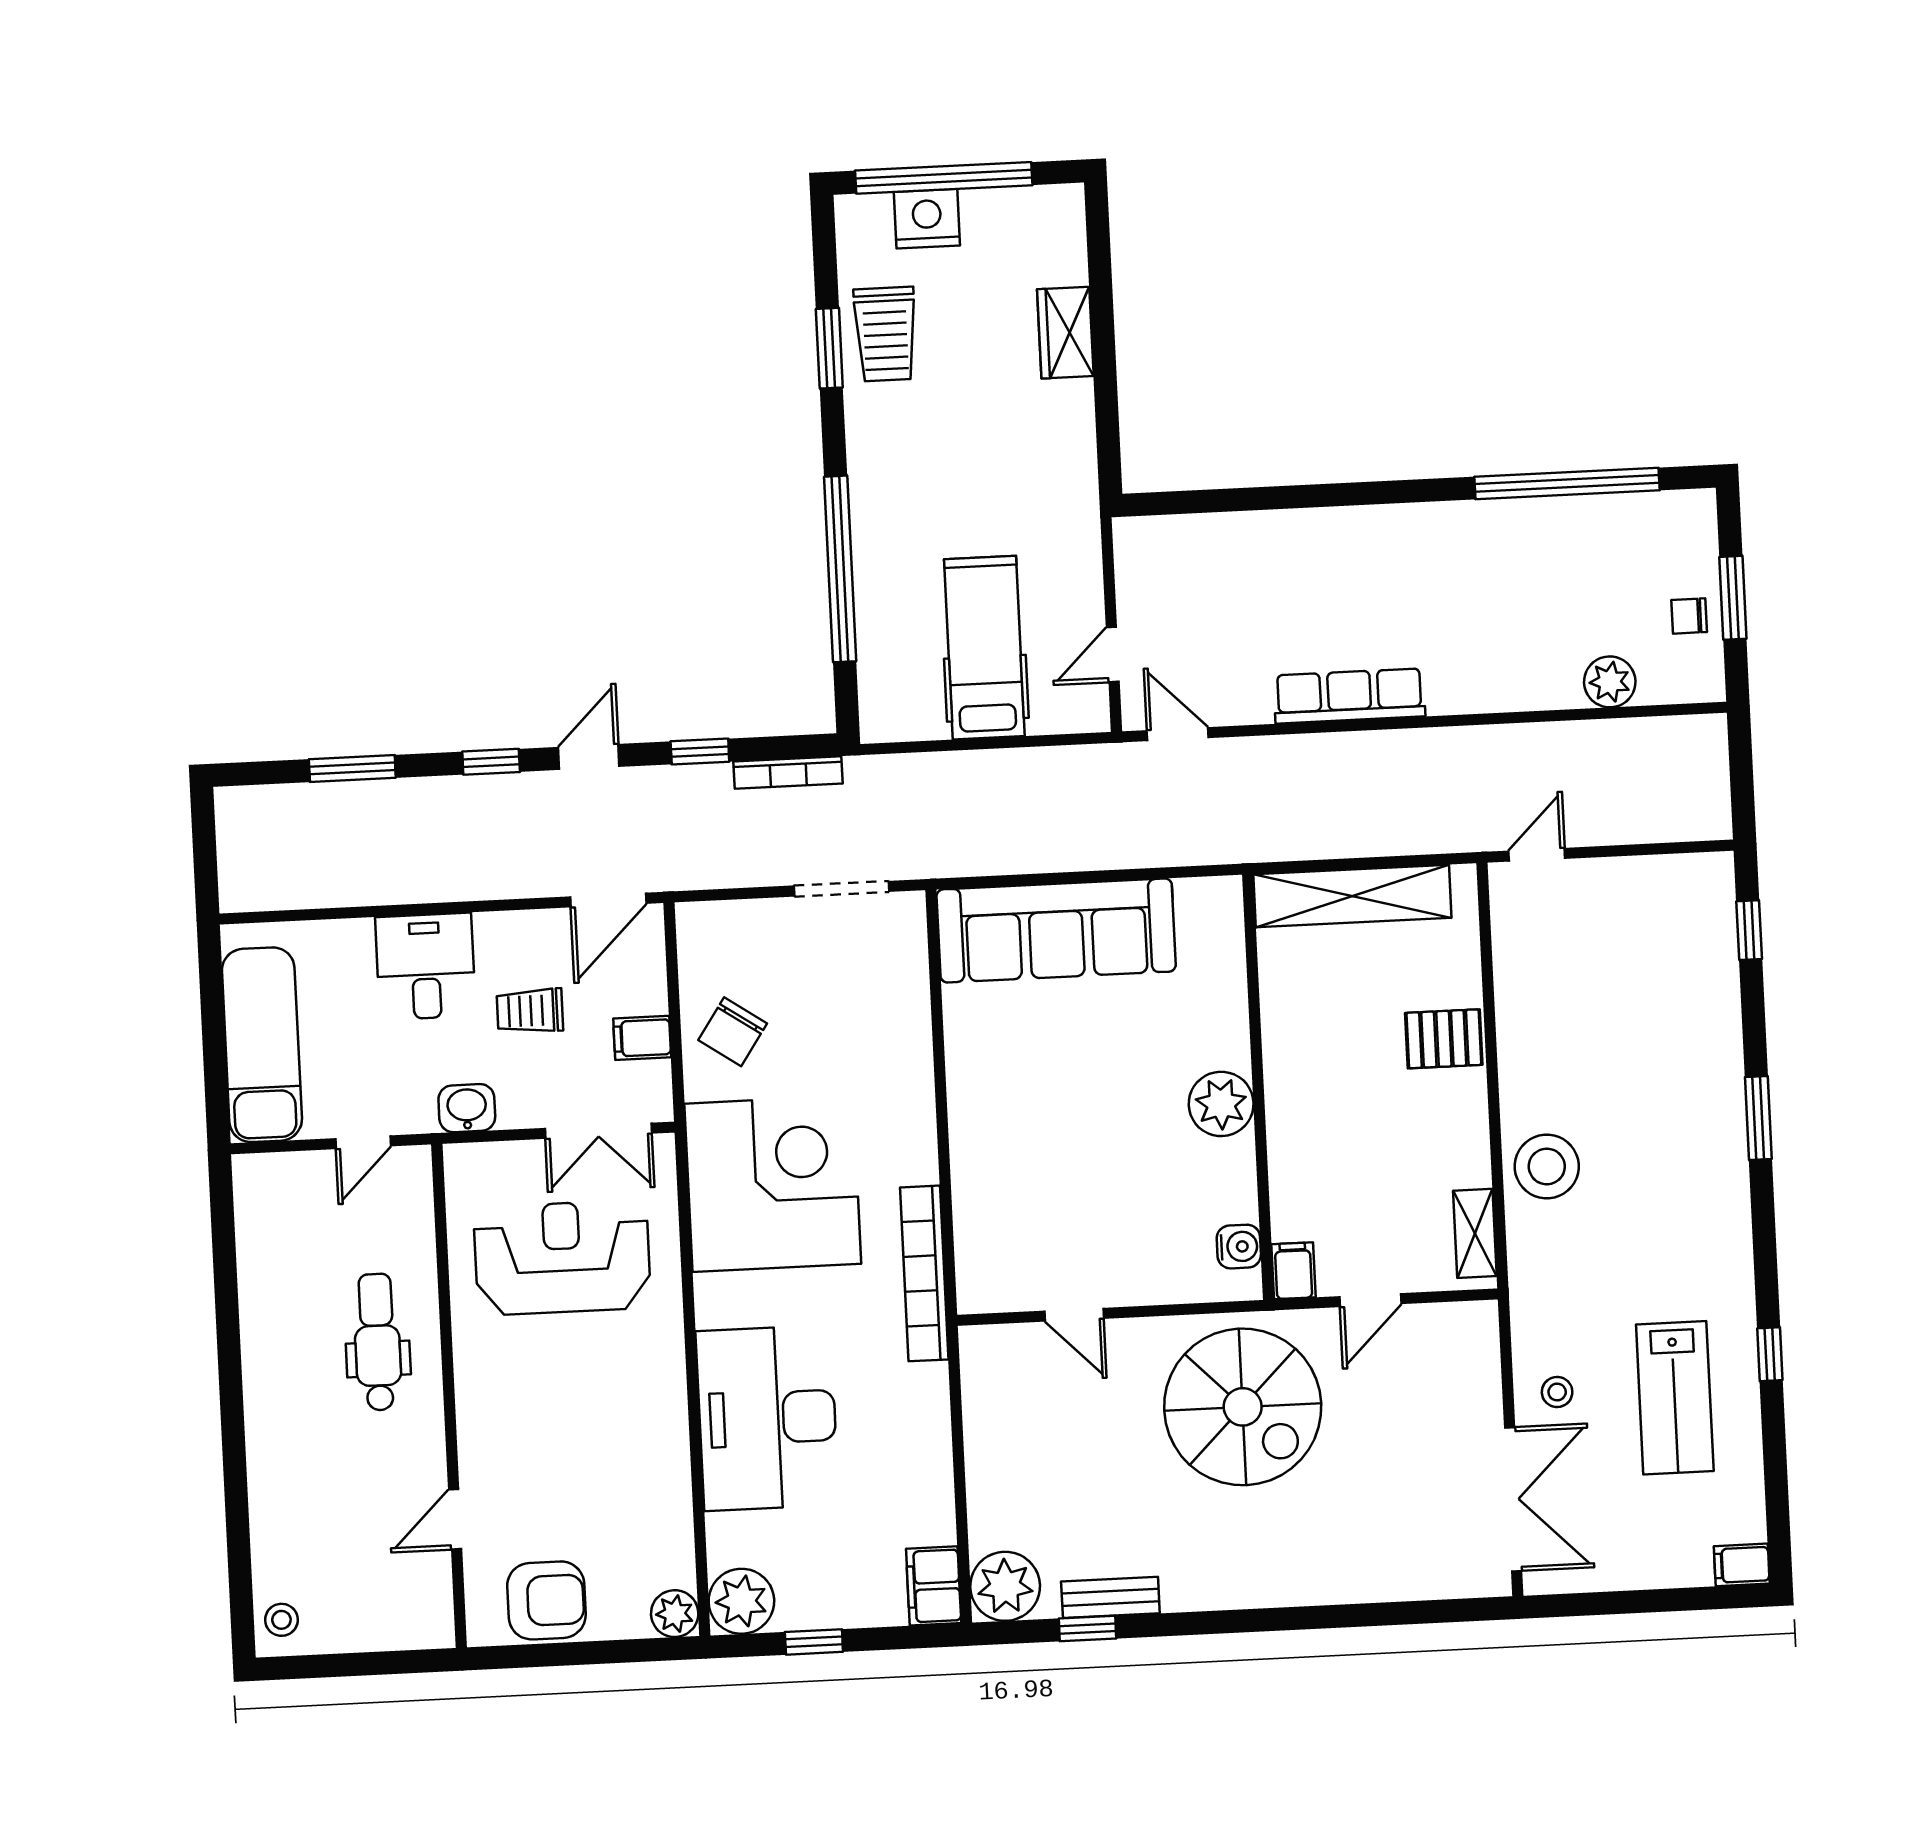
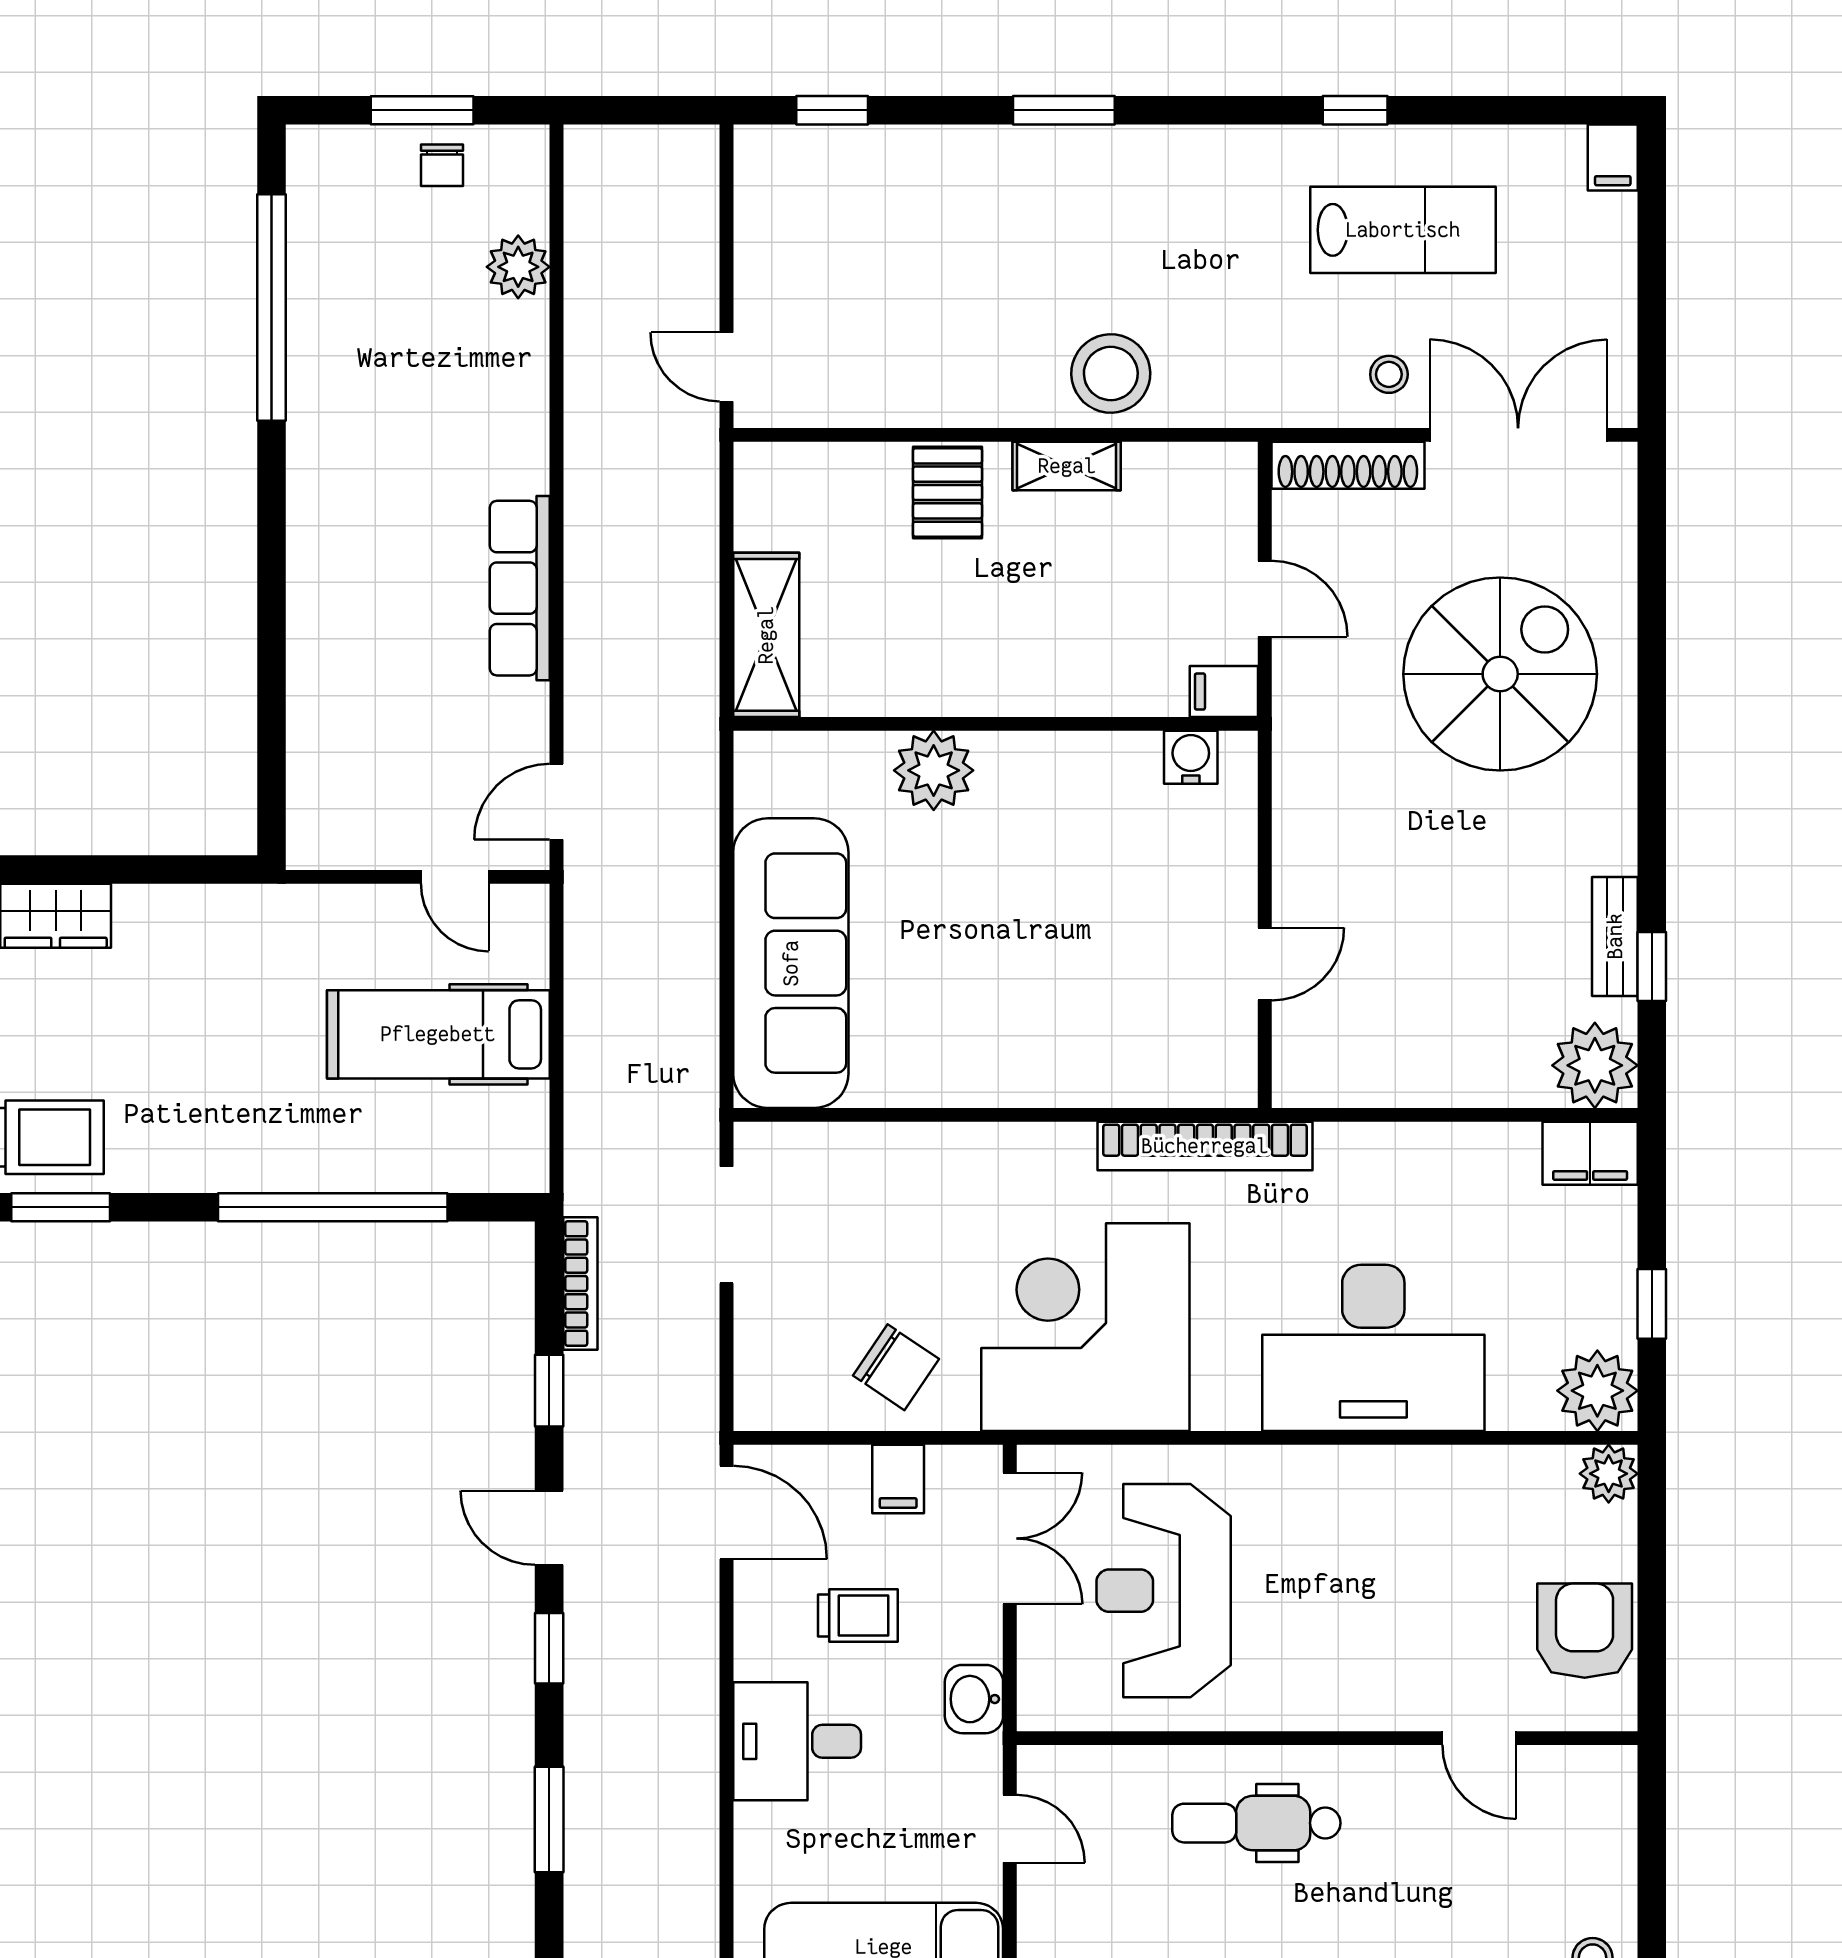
shelving: (1352, 896) -> (766, 635), width x0.68
trolley: (530, 1011) -> (858, 1615), turned -90
plant: (1221, 1104) -> (934, 770), moved
shelving: (1475, 1233) -> (1067, 466), moved
shoe rack: (1482, 1362) -> (1348, 465), added
spiral stairs: (1243, 1407) -> (1500, 674), moved

